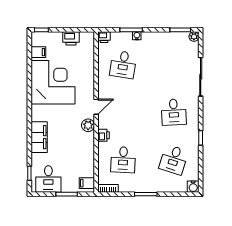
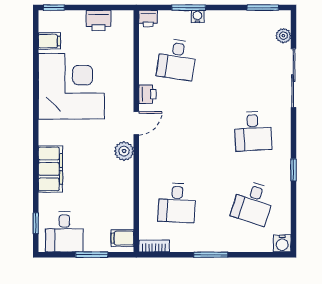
plant: (194, 37) -> (283, 36), moved
printer: (104, 135) -> (147, 94), moved

